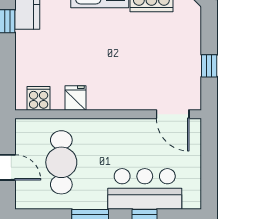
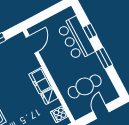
freezer: (108, 97) -> (40, 81), added

